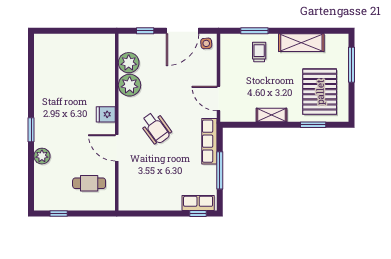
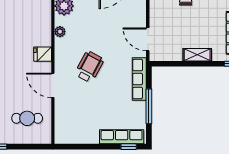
plant: (130, 85) -> (60, 32), width x0.53, depth x0.53
wheelchair: (156, 128) -> (89, 67), turned -116
row of seats: (198, 203) -> (122, 137), width x1.48

